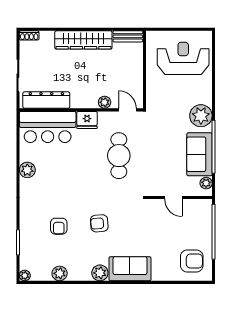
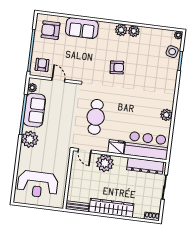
plant: (105, 102) -> (105, 163), width x1.88, depth x1.88
armchair: (59, 226) -> (42, 65), moved
side table: (30, 253) -> (172, 52), added
sofa: (130, 269) -> (82, 28), moved
plant: (60, 273) -> (134, 31), moved

